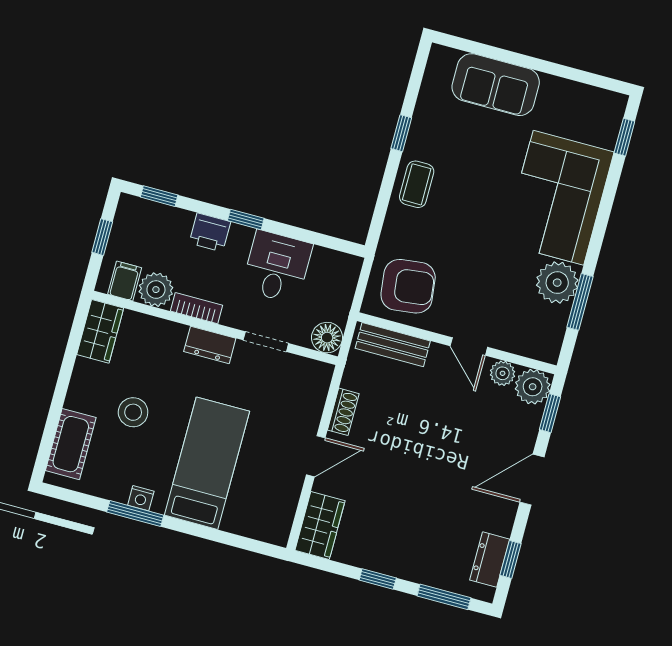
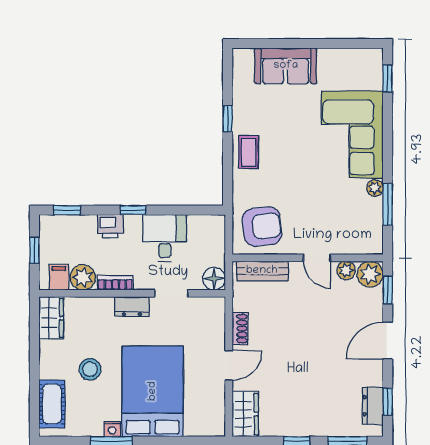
plant: (557, 283) -> (375, 188), width x0.53, depth x0.53
bed: (207, 463) -> (153, 391), width x1.50

